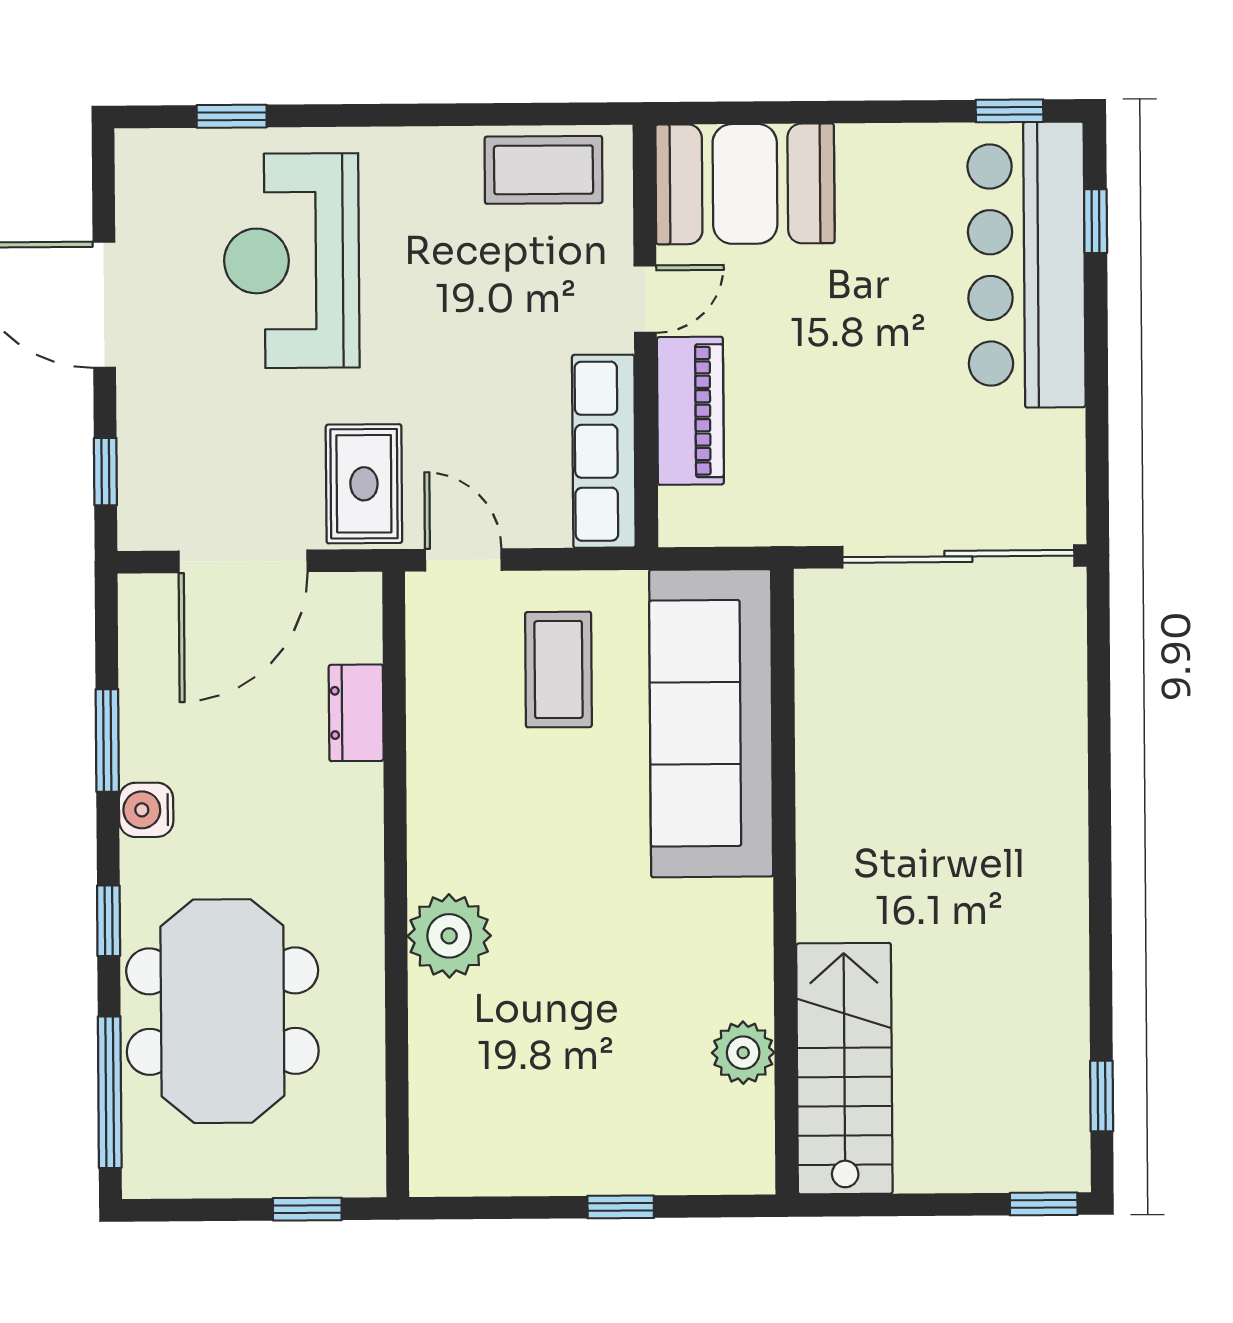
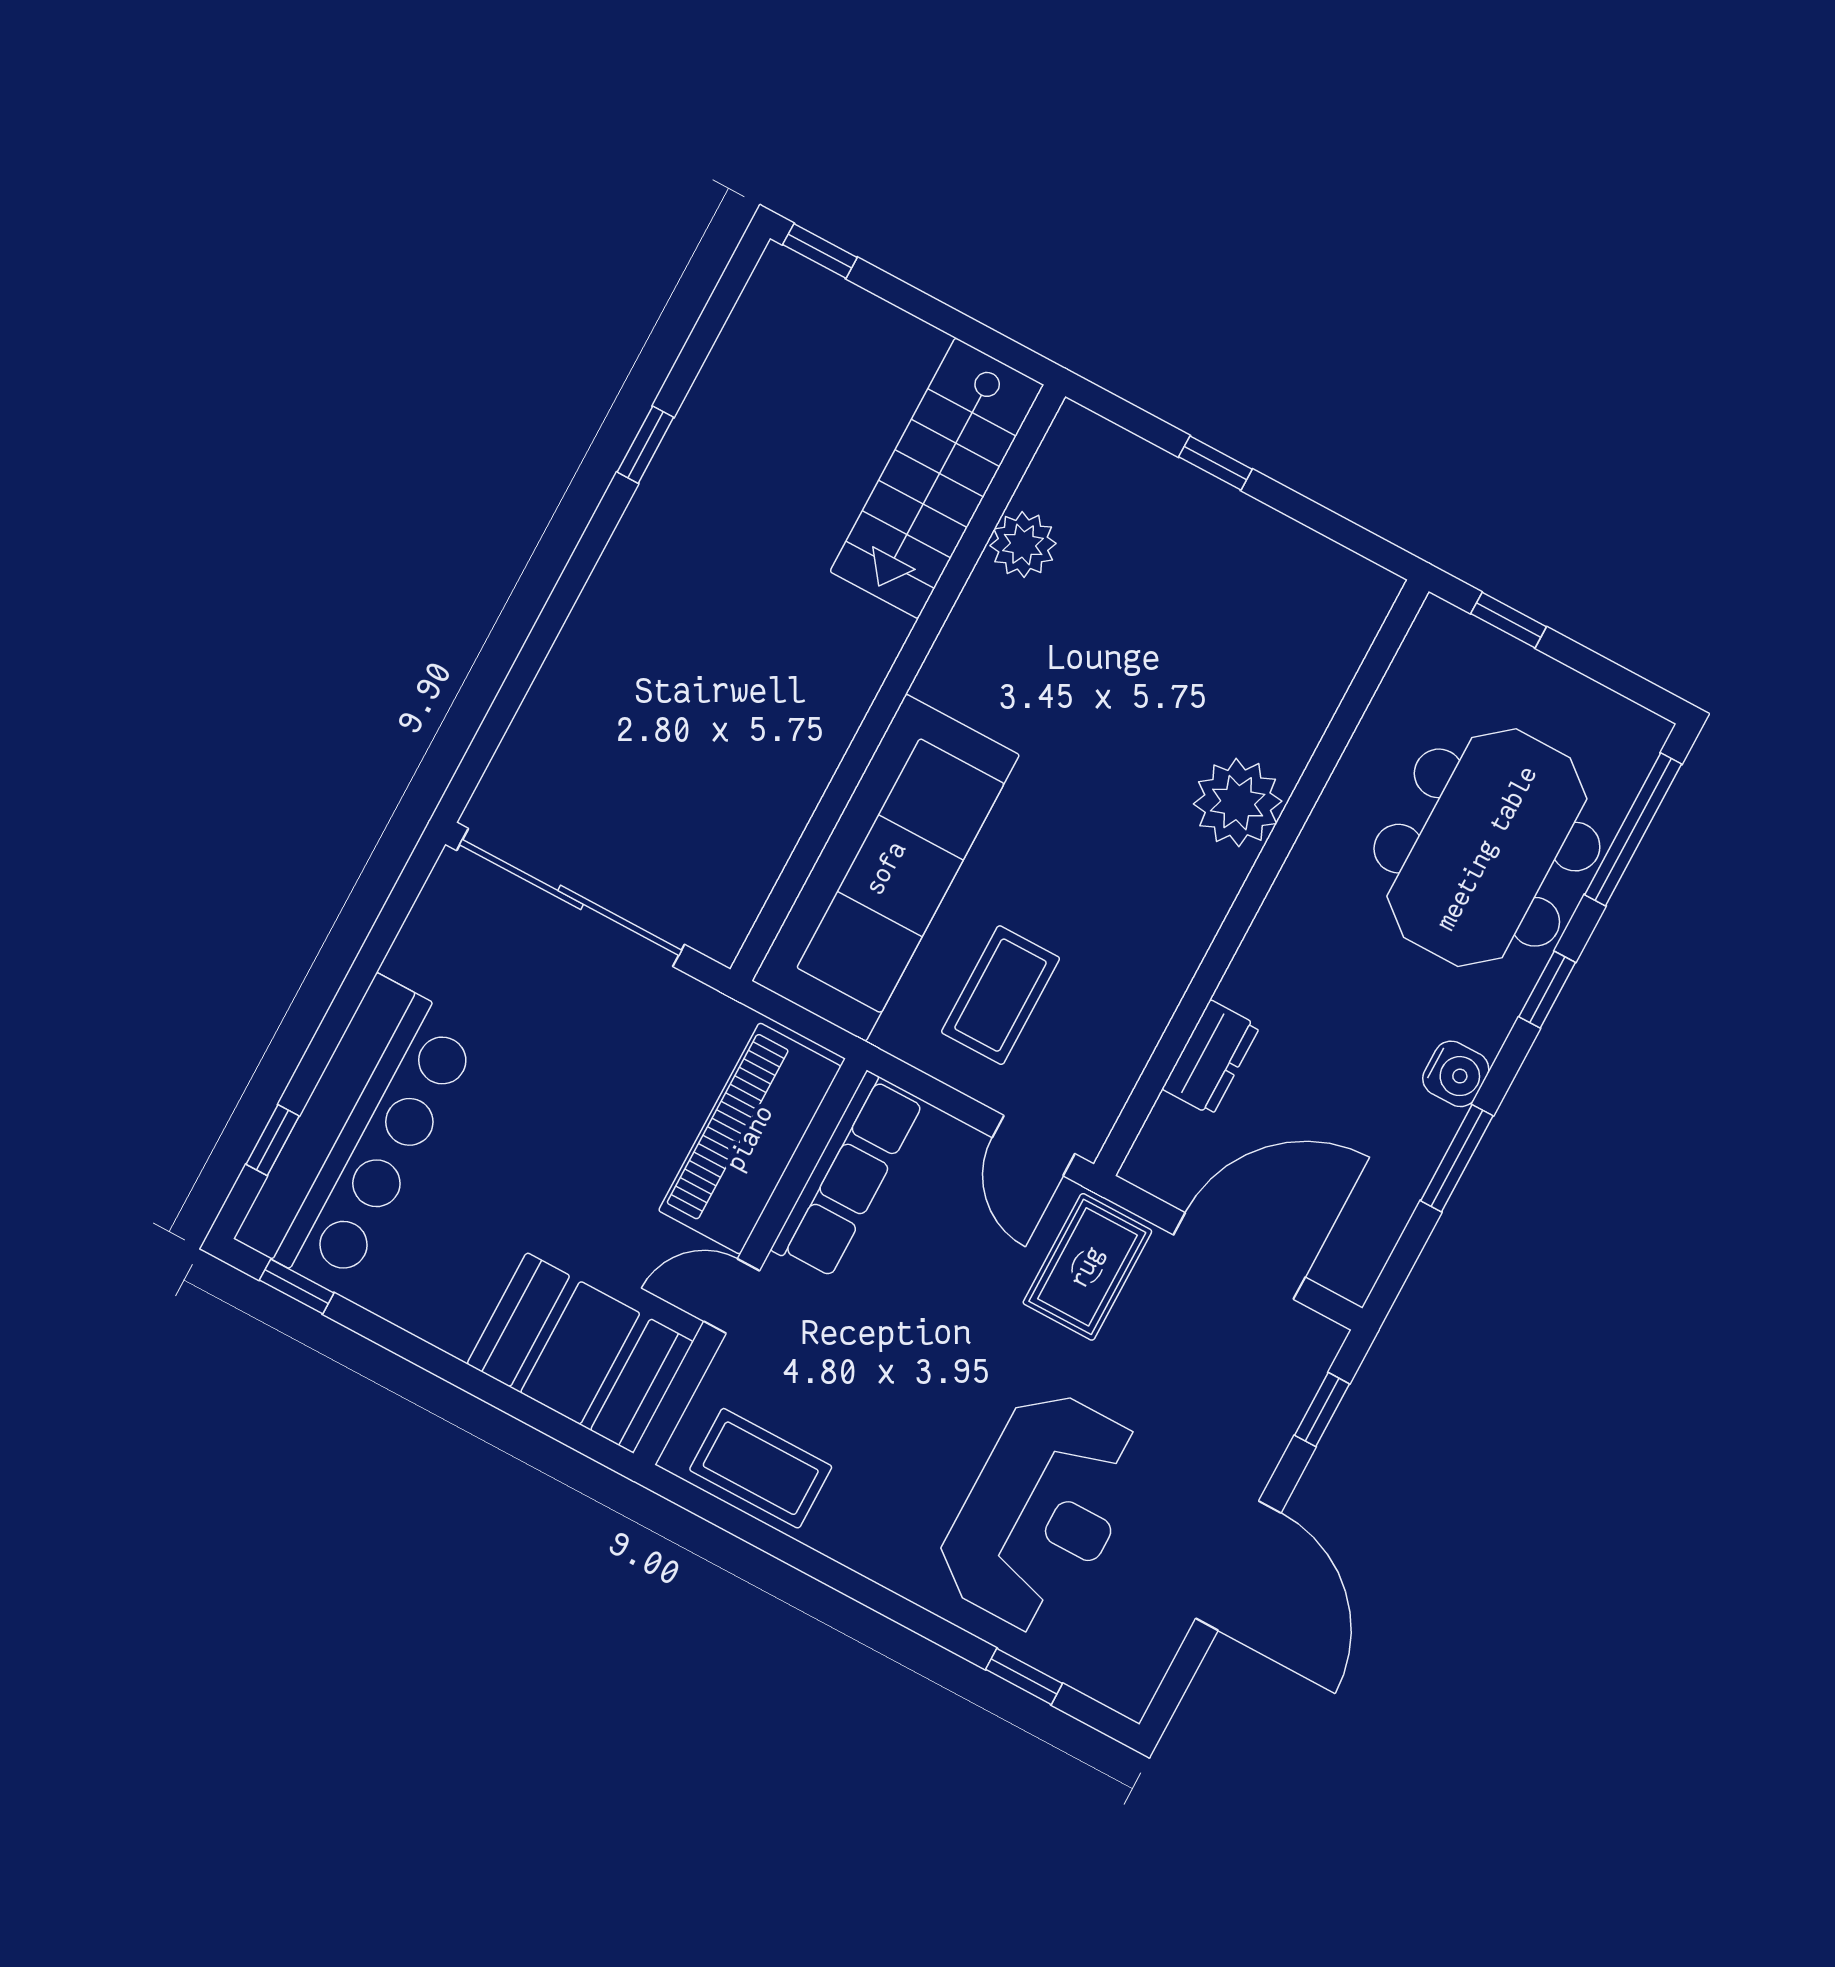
piano: (690, 411) -> (750, 1138), width x1.37, depth x1.33
window: (1102, 1096) -> (645, 445), moved

